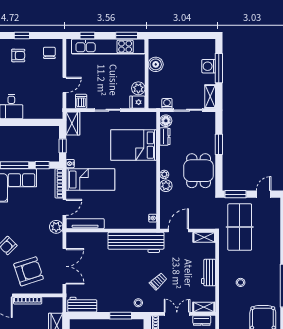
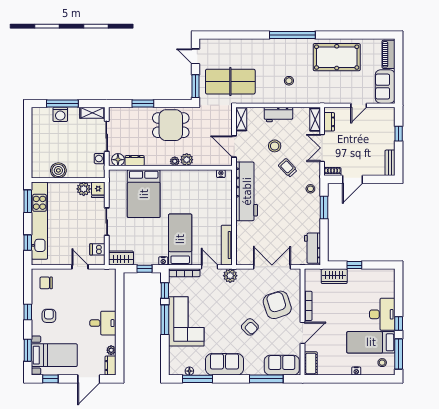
stool: (179, 269) -> (275, 146), added

